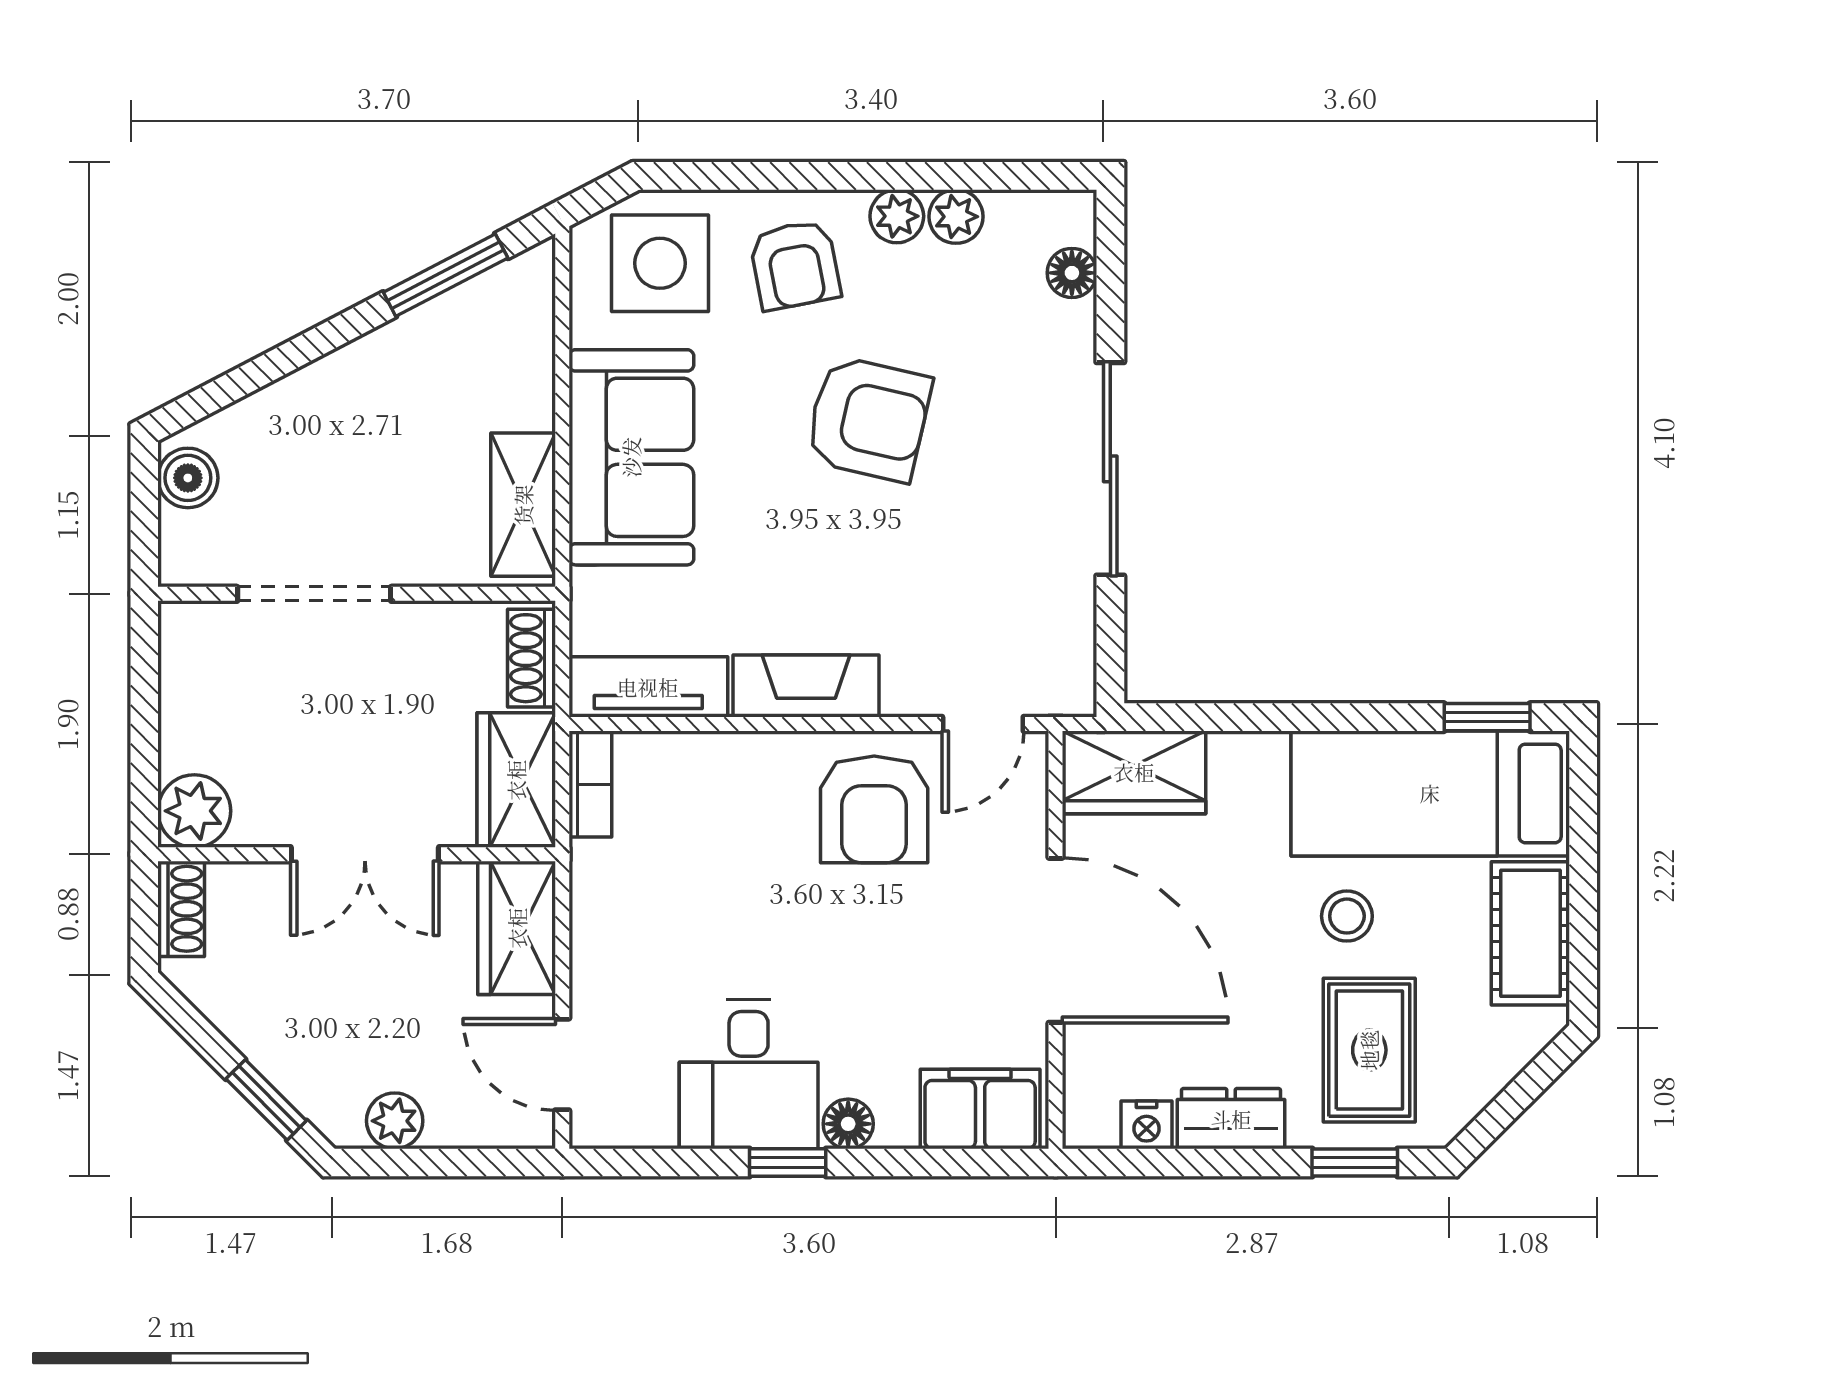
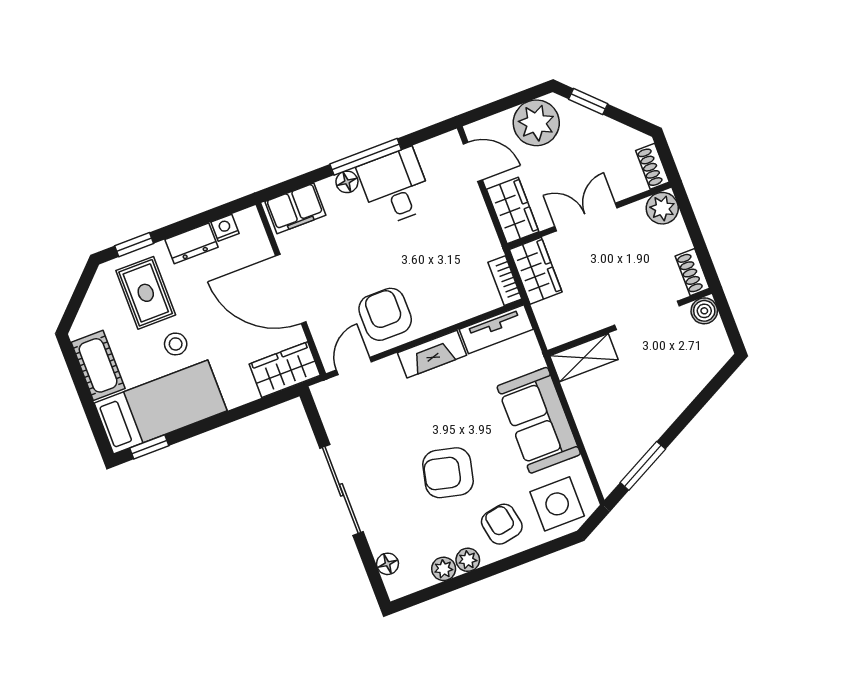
boiler: (188, 478) -> (704, 311), moved
shelving: (523, 505) -> (584, 358), moved, turned 90
shoe rack: (532, 658) -> (692, 272), moved, turned 180
plant: (395, 1121) -> (536, 123), width x1.88, depth x1.88
window: (788, 1162) -> (366, 157), width x2.17

